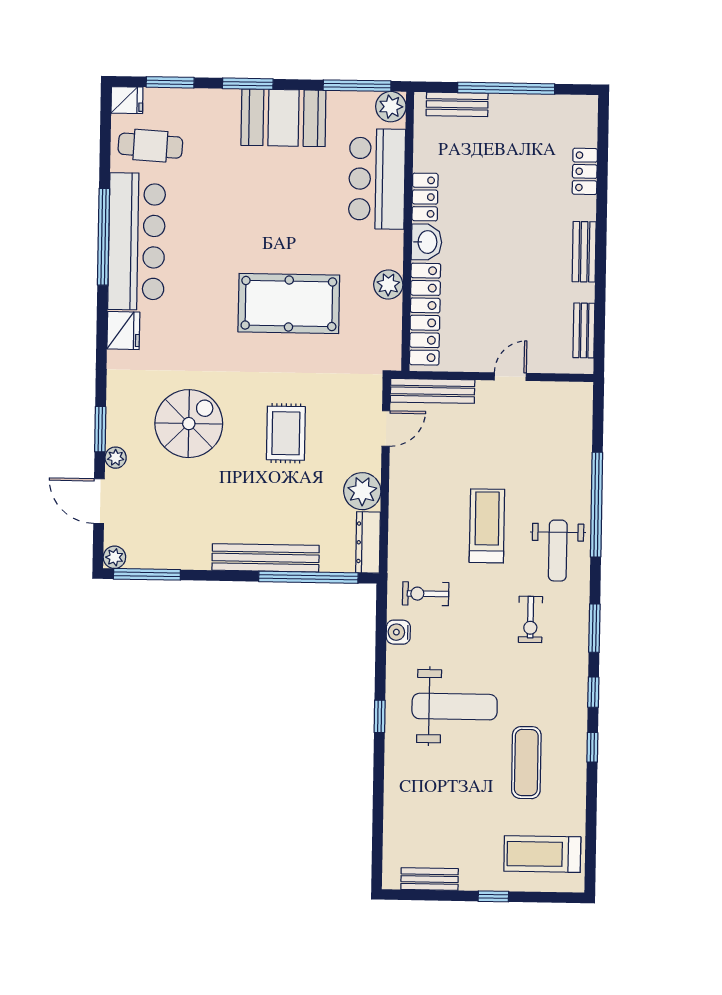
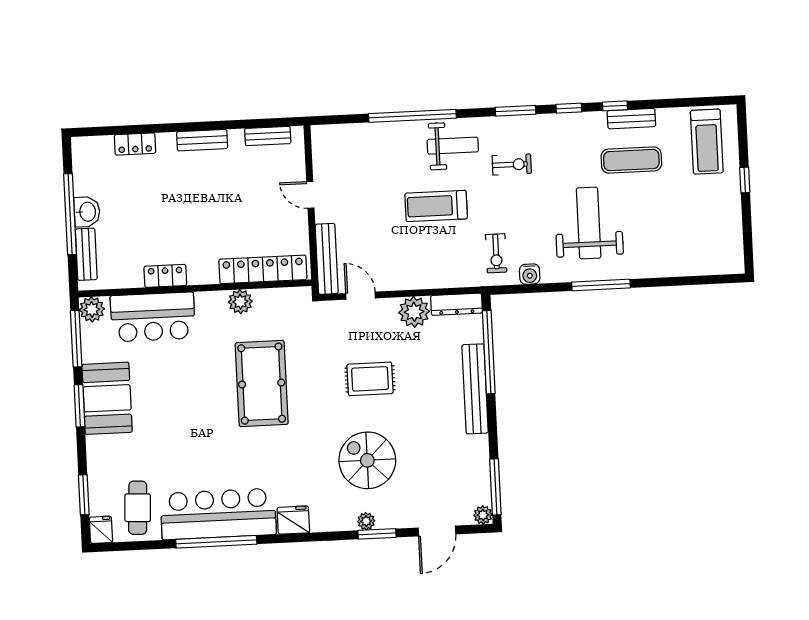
window: (248, 84) -> (79, 406), moved
washbasin: (427, 242) -> (87, 212), moved, turned 90
plant: (116, 458) -> (366, 521), moved
window: (380, 716) -> (601, 285), width x2.17
bench: (430, 879) -> (631, 119), moved, turned 90

